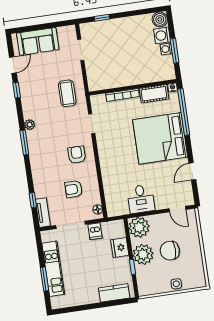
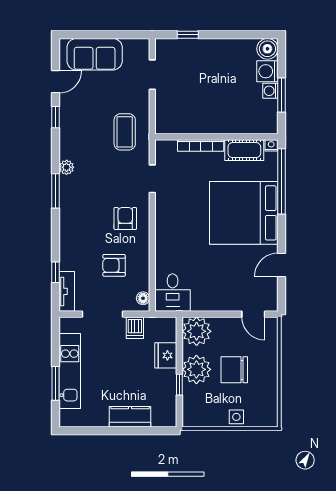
desk: (141, 199) -> (173, 293), moved
kitchen counter: (114, 293) -> (130, 417), moved

